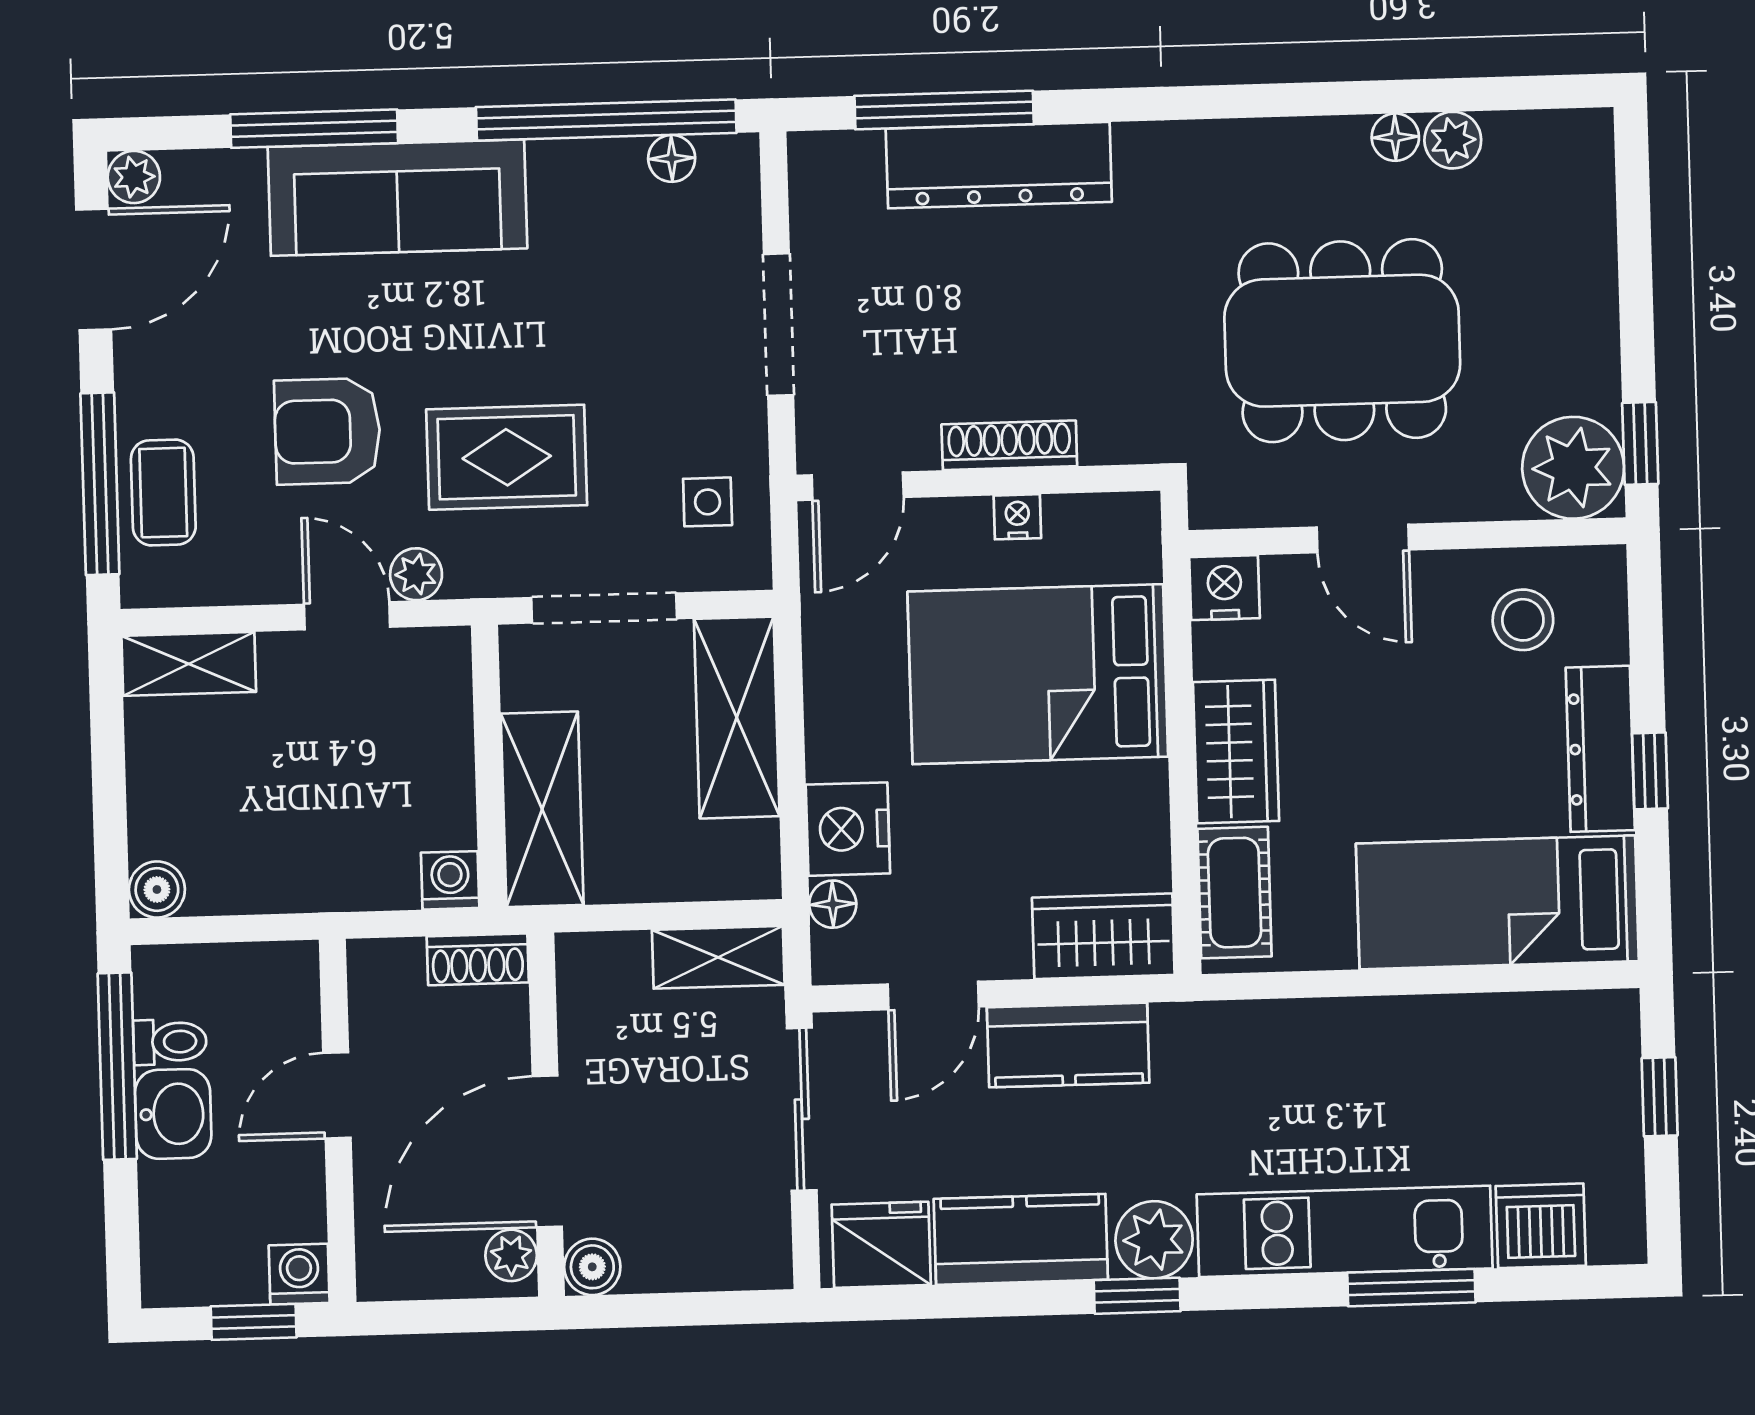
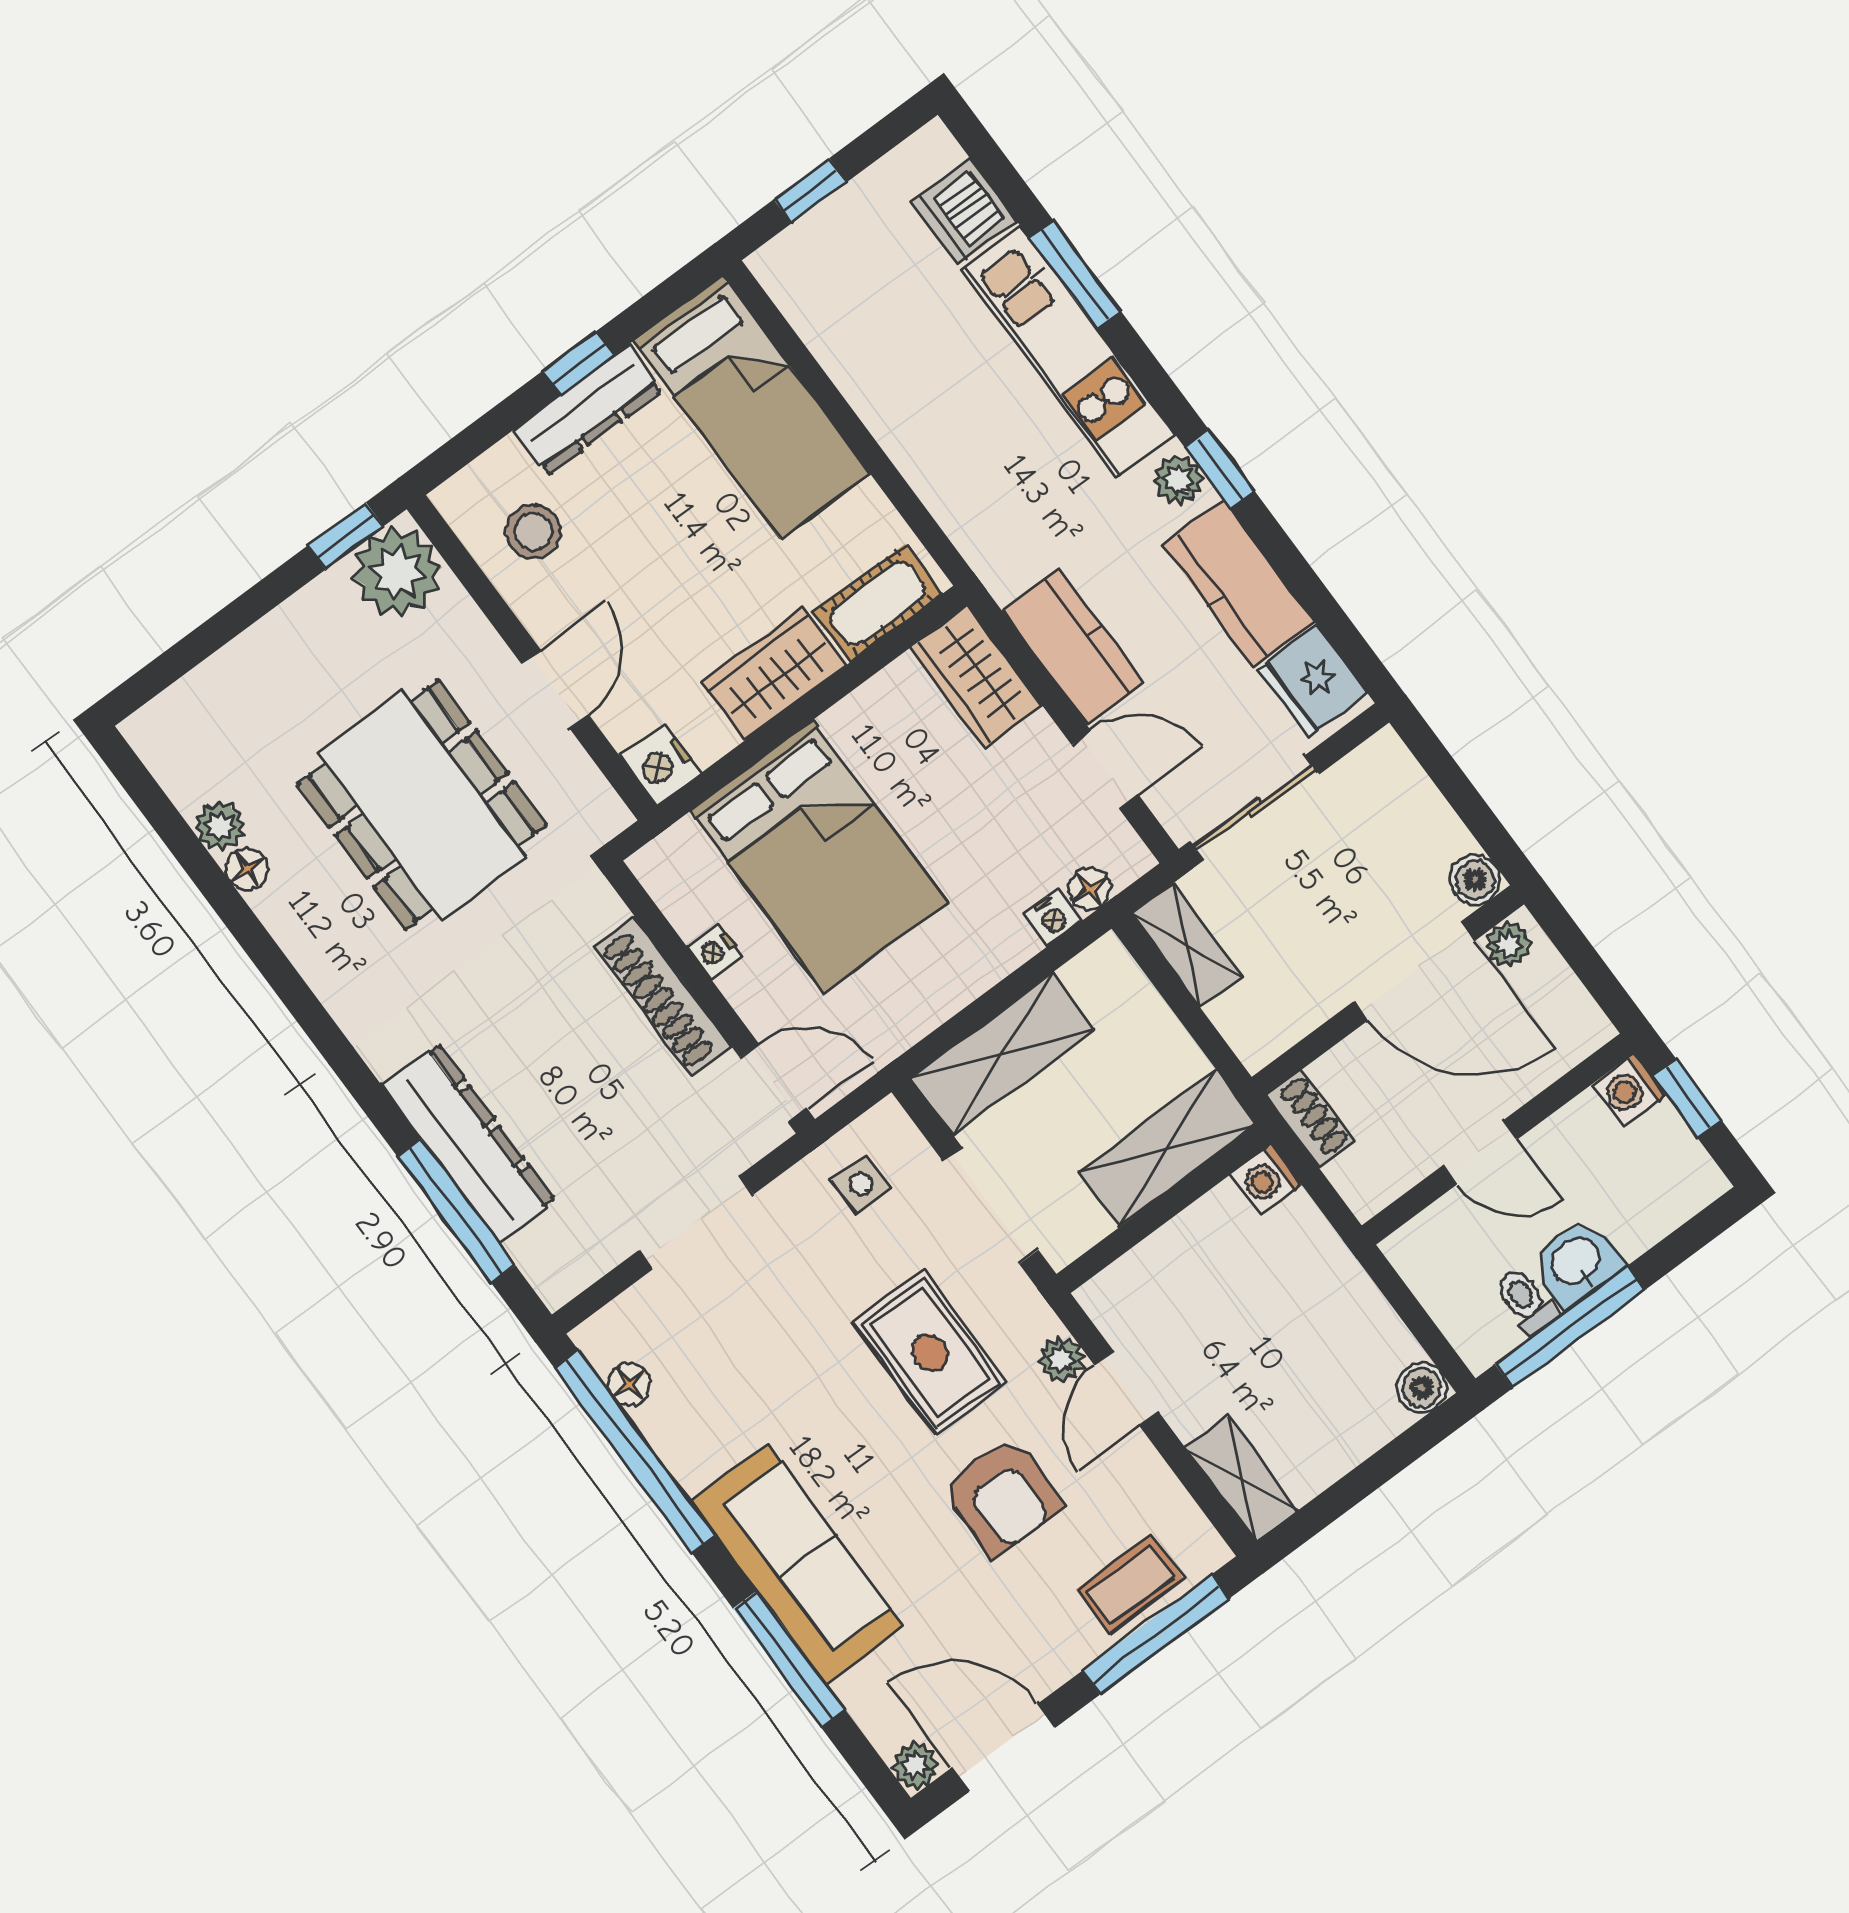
shoe rack: (1009, 445) -> (663, 996), width x1.36, depth x1.24
nightstand: (848, 829) -> (1052, 918), width x0.53, depth x0.56
plant: (1154, 1240) -> (1178, 480), width x0.73, depth x0.73

